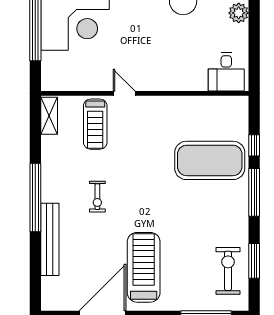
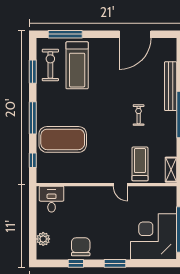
window: (254, 145) -> (33, 160), moved
treadmill: (144, 267) -> (77, 65), moved
exercise bike: (228, 271) -> (50, 65), turned 180

